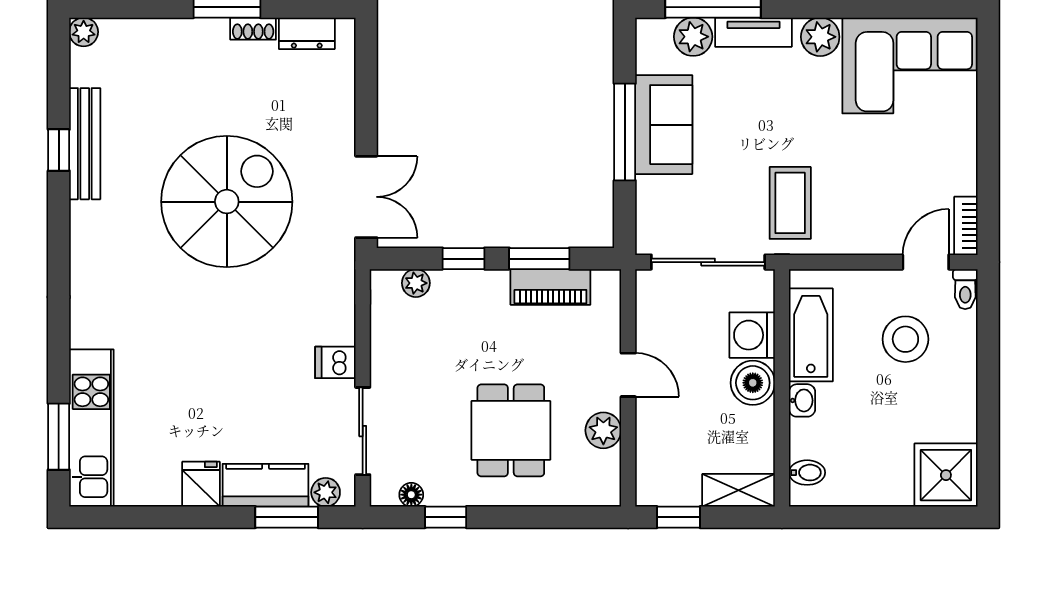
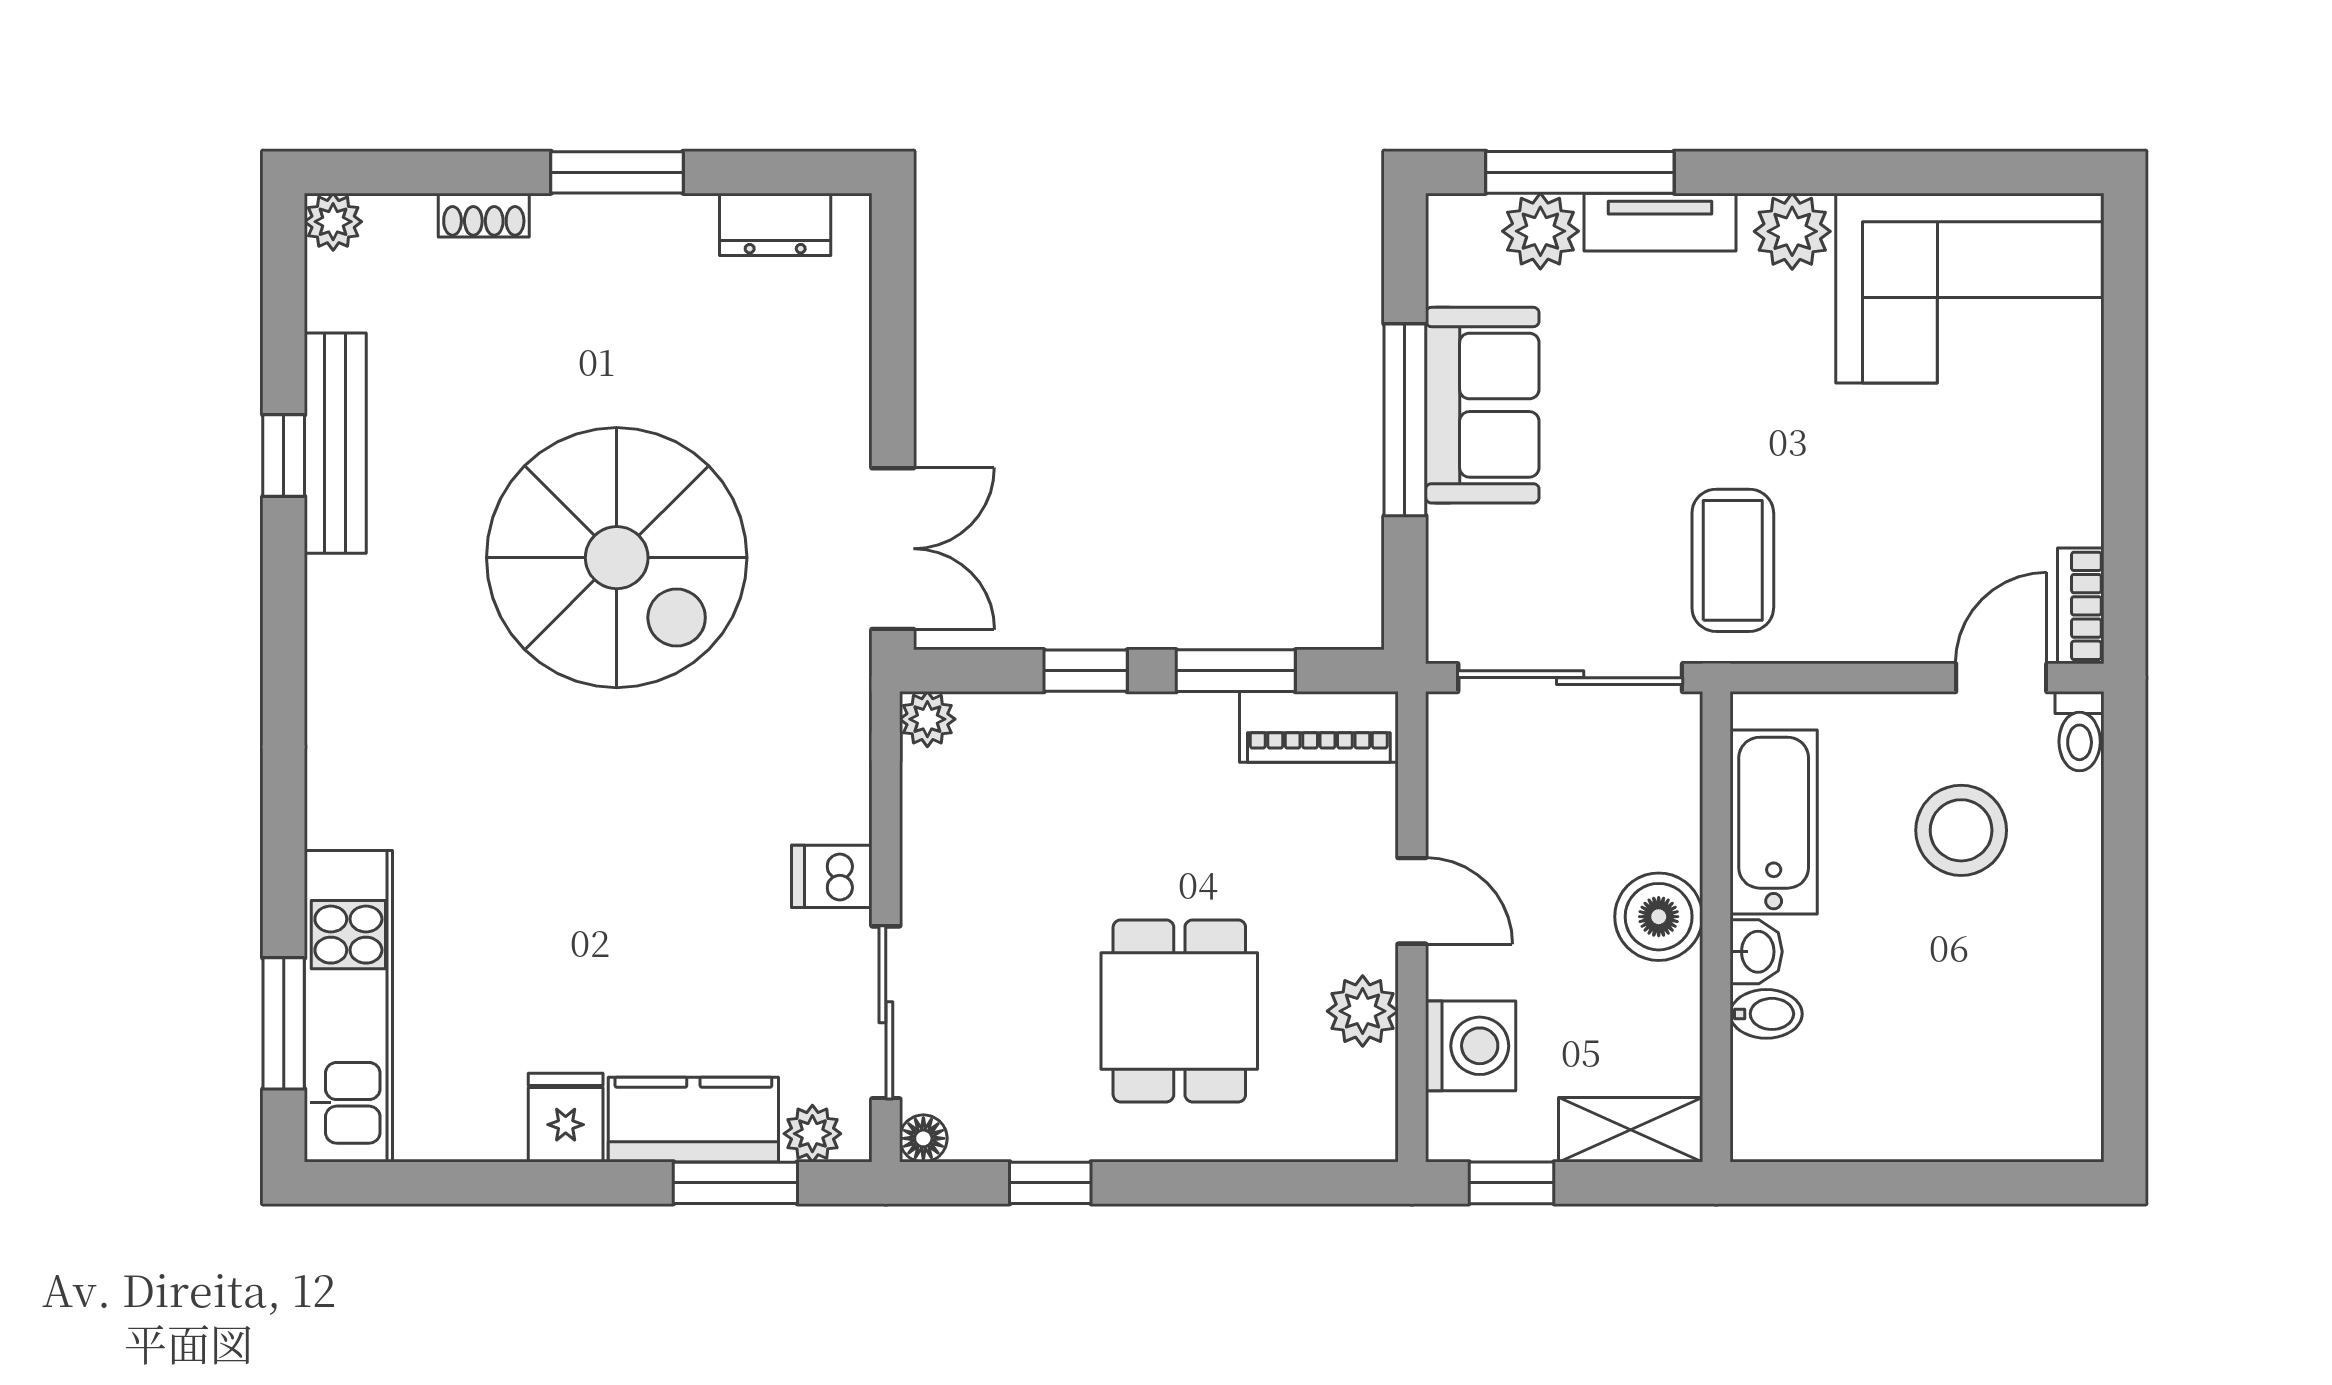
shoe rack: (253, 29) -> (484, 215), moved
spiral stairs: (227, 202) -> (617, 558), turned 90
plant: (416, 283) -> (927, 719), moved
piano: (550, 287) -> (1319, 727), moved
washing machine: (752, 335) -> (1471, 1046), moved, turned 180
bidet: (807, 473) -> (1766, 1014), moved
shower: (946, 475) -> (2041, 1099), removed
floor lamp: (411, 495) -> (923, 1138), moved

